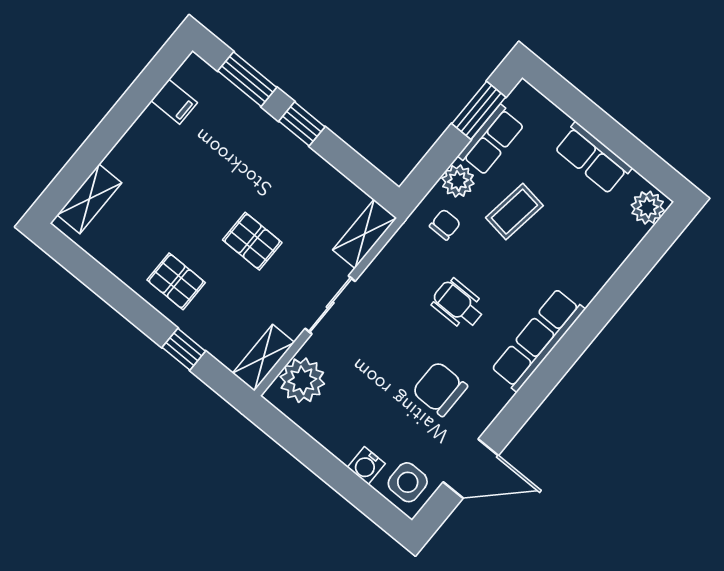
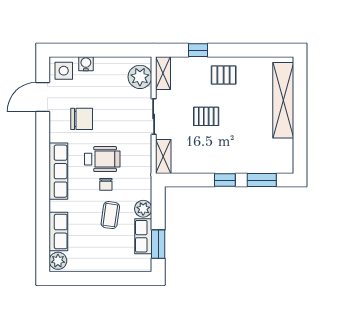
filing cabinet: (174, 102) -> (284, 147), removed
row of seats: (593, 158) -> (58, 231), moved, turned 90
shelving: (89, 199) -> (283, 100), width x2.20, depth x1.33
chair: (445, 225) -> (106, 184), moved
wheelchair: (458, 304) -> (102, 159), width x1.36, depth x1.37

